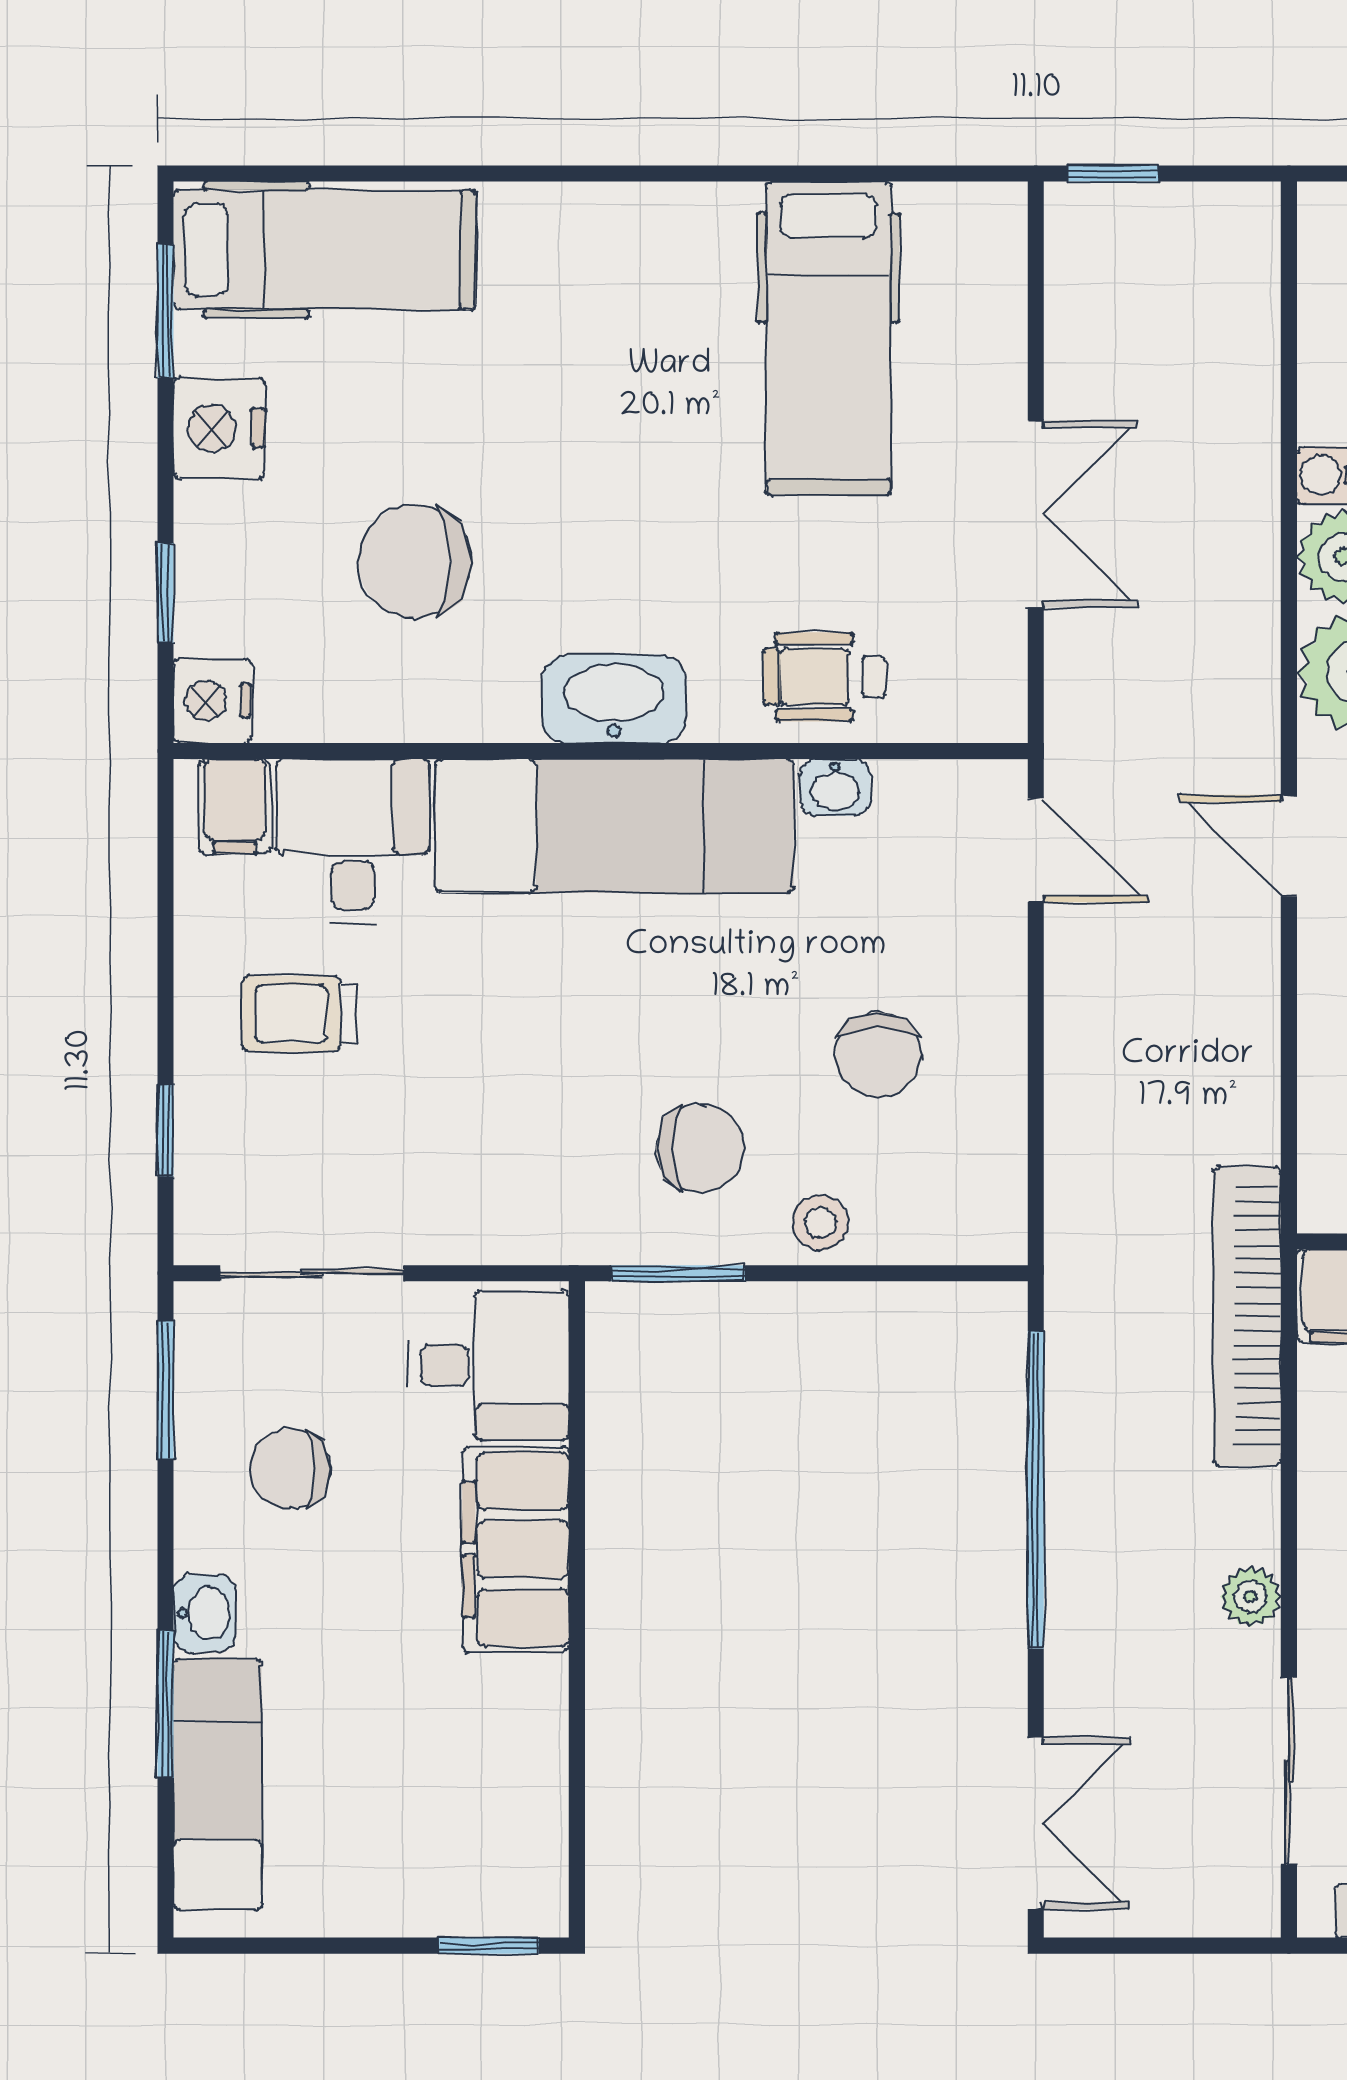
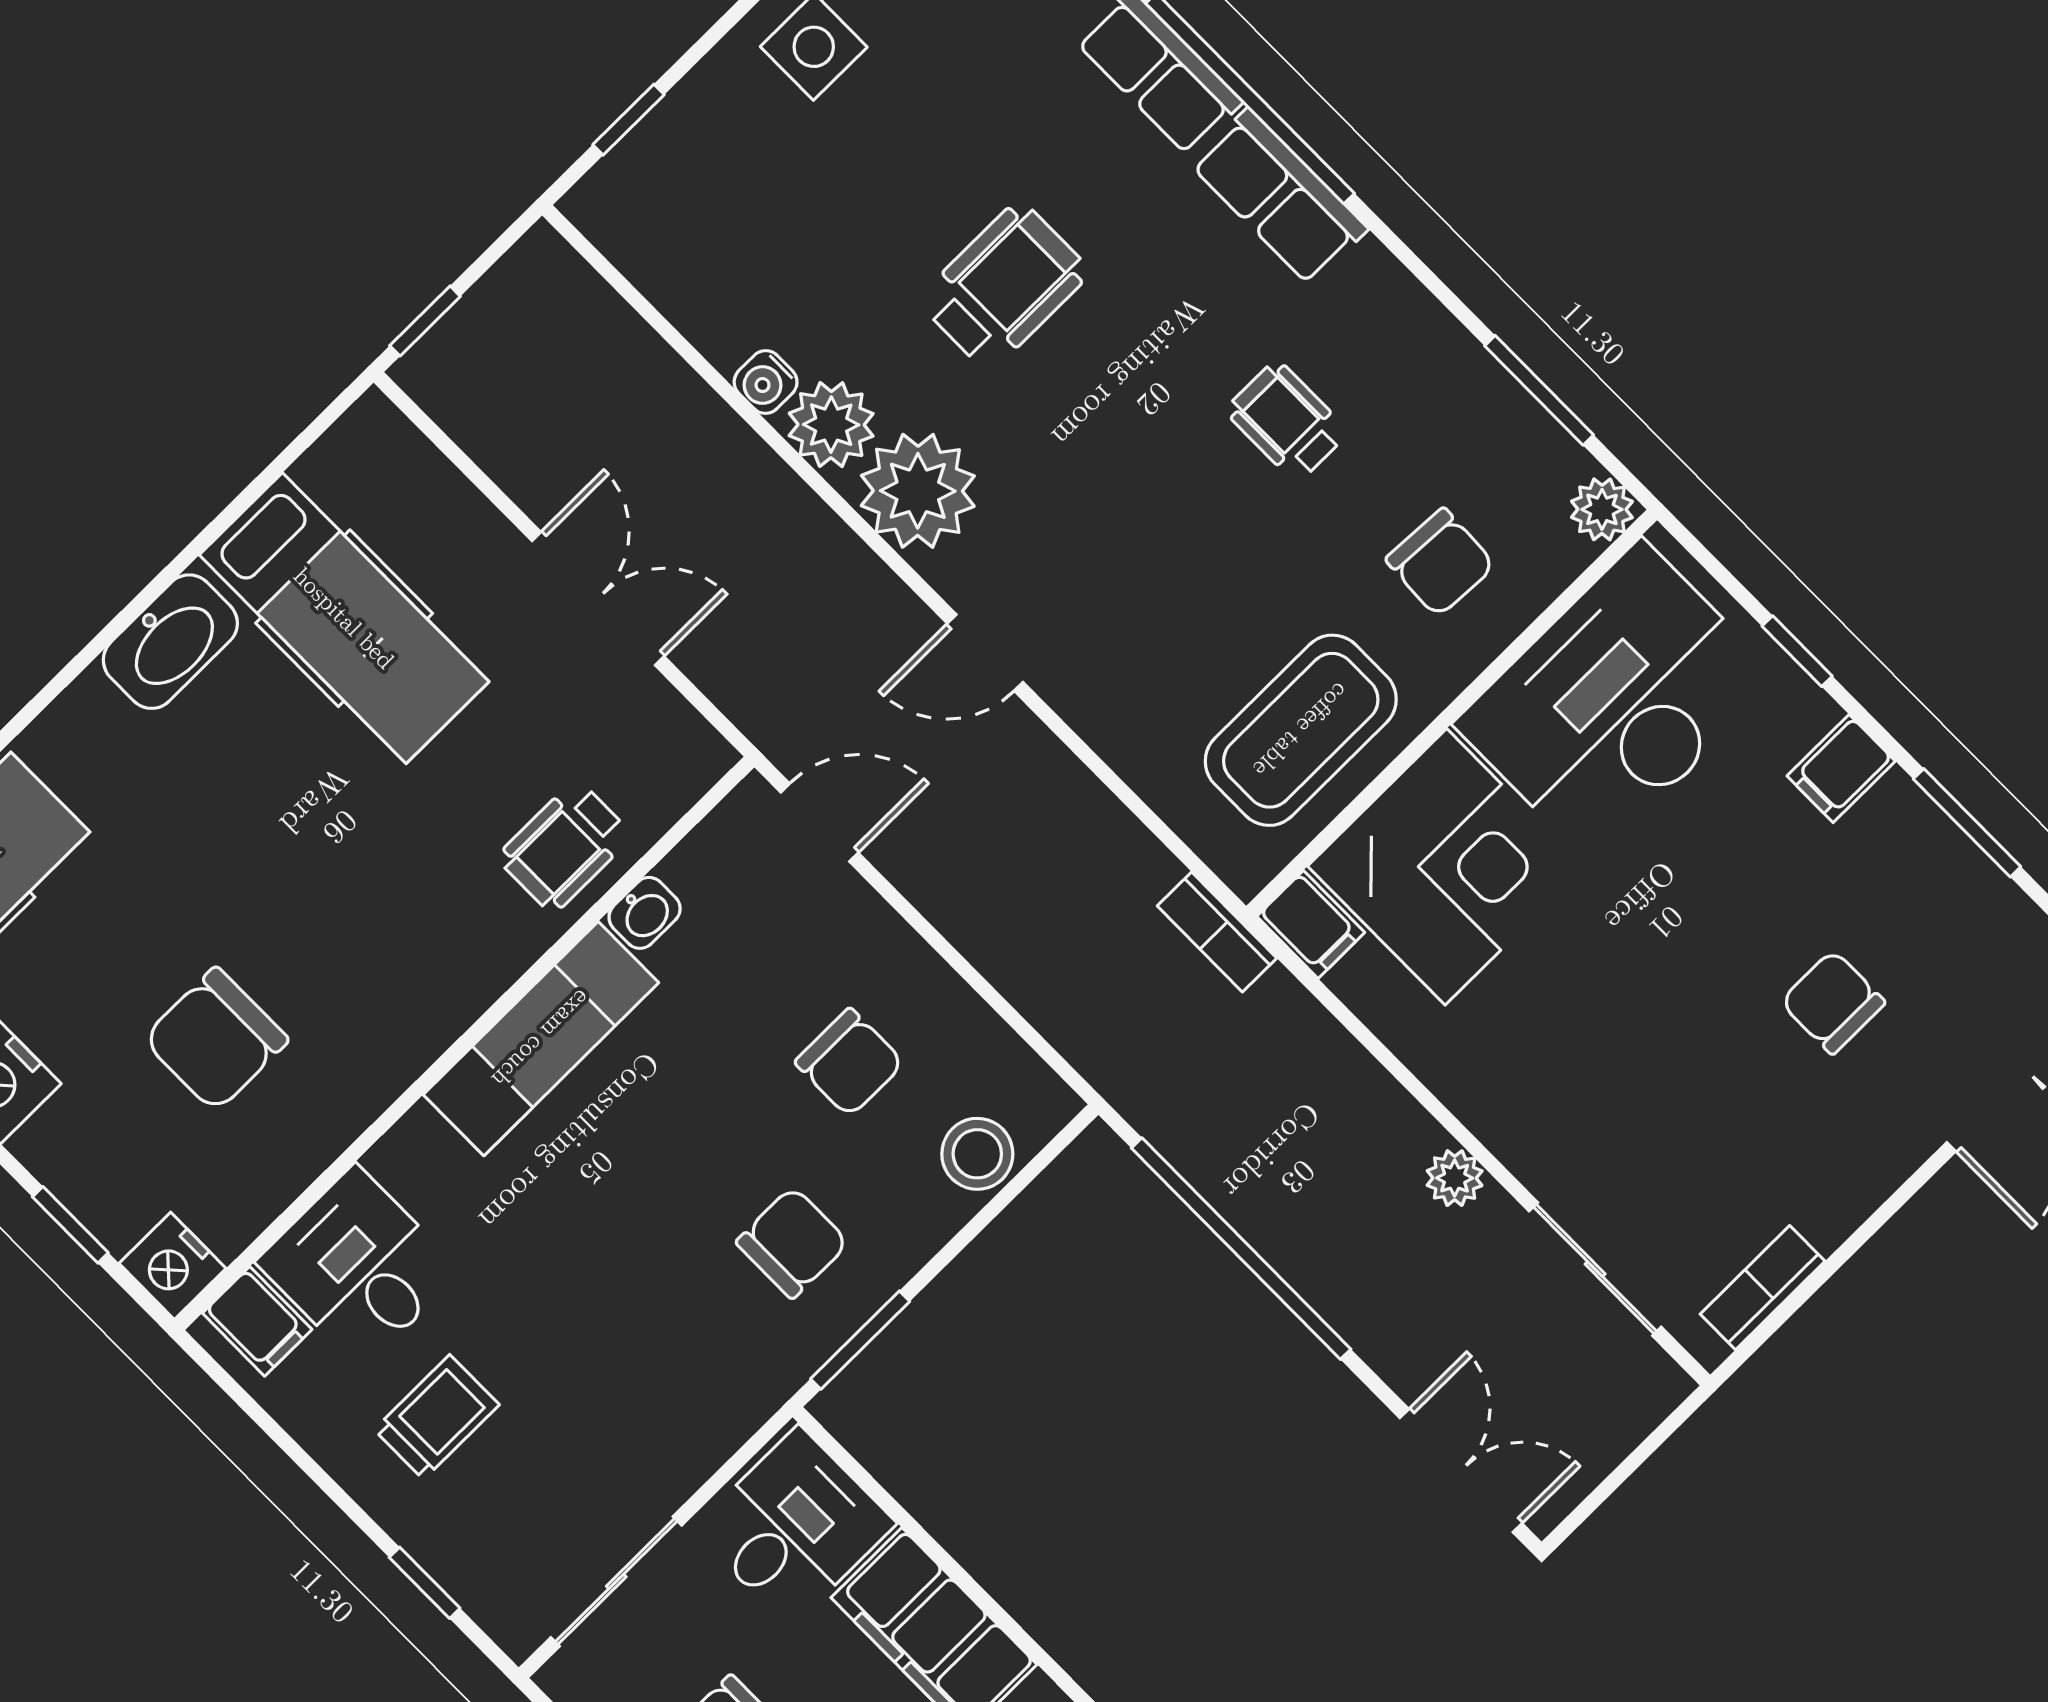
washbasin: (614, 699) -> (170, 642), moved, turned 180
exam couch: (615, 826) -> (541, 1039), width x0.73, depth x0.69
trolley: (299, 1014) -> (437, 1417), turned 180
stool: (820, 1223) -> (977, 1154), moved, width x1.37, depth x1.37
bookcase: (1247, 1316) -> (1217, 932), width x0.43, depth x0.76

